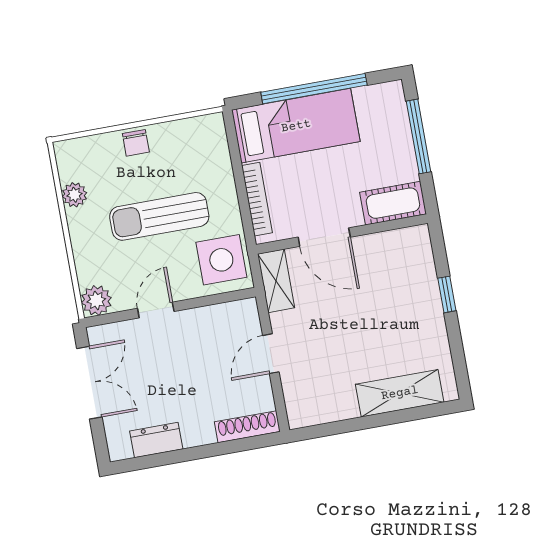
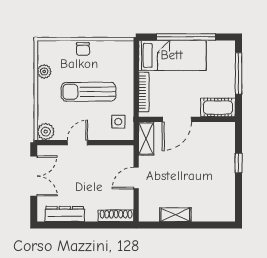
door: (324, 237) -> (177, 119), hinge flipped
side table: (221, 260) -> (118, 122), width x0.54, depth x0.54
shelving: (400, 393) -> (175, 215), moved, width x0.67, depth x0.75
dresser: (156, 440) -> (65, 214), width x1.44

